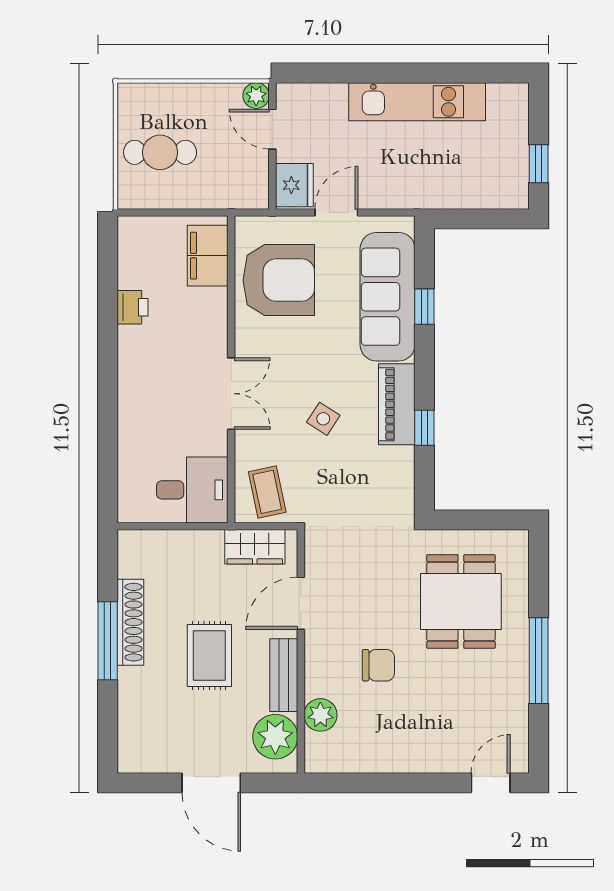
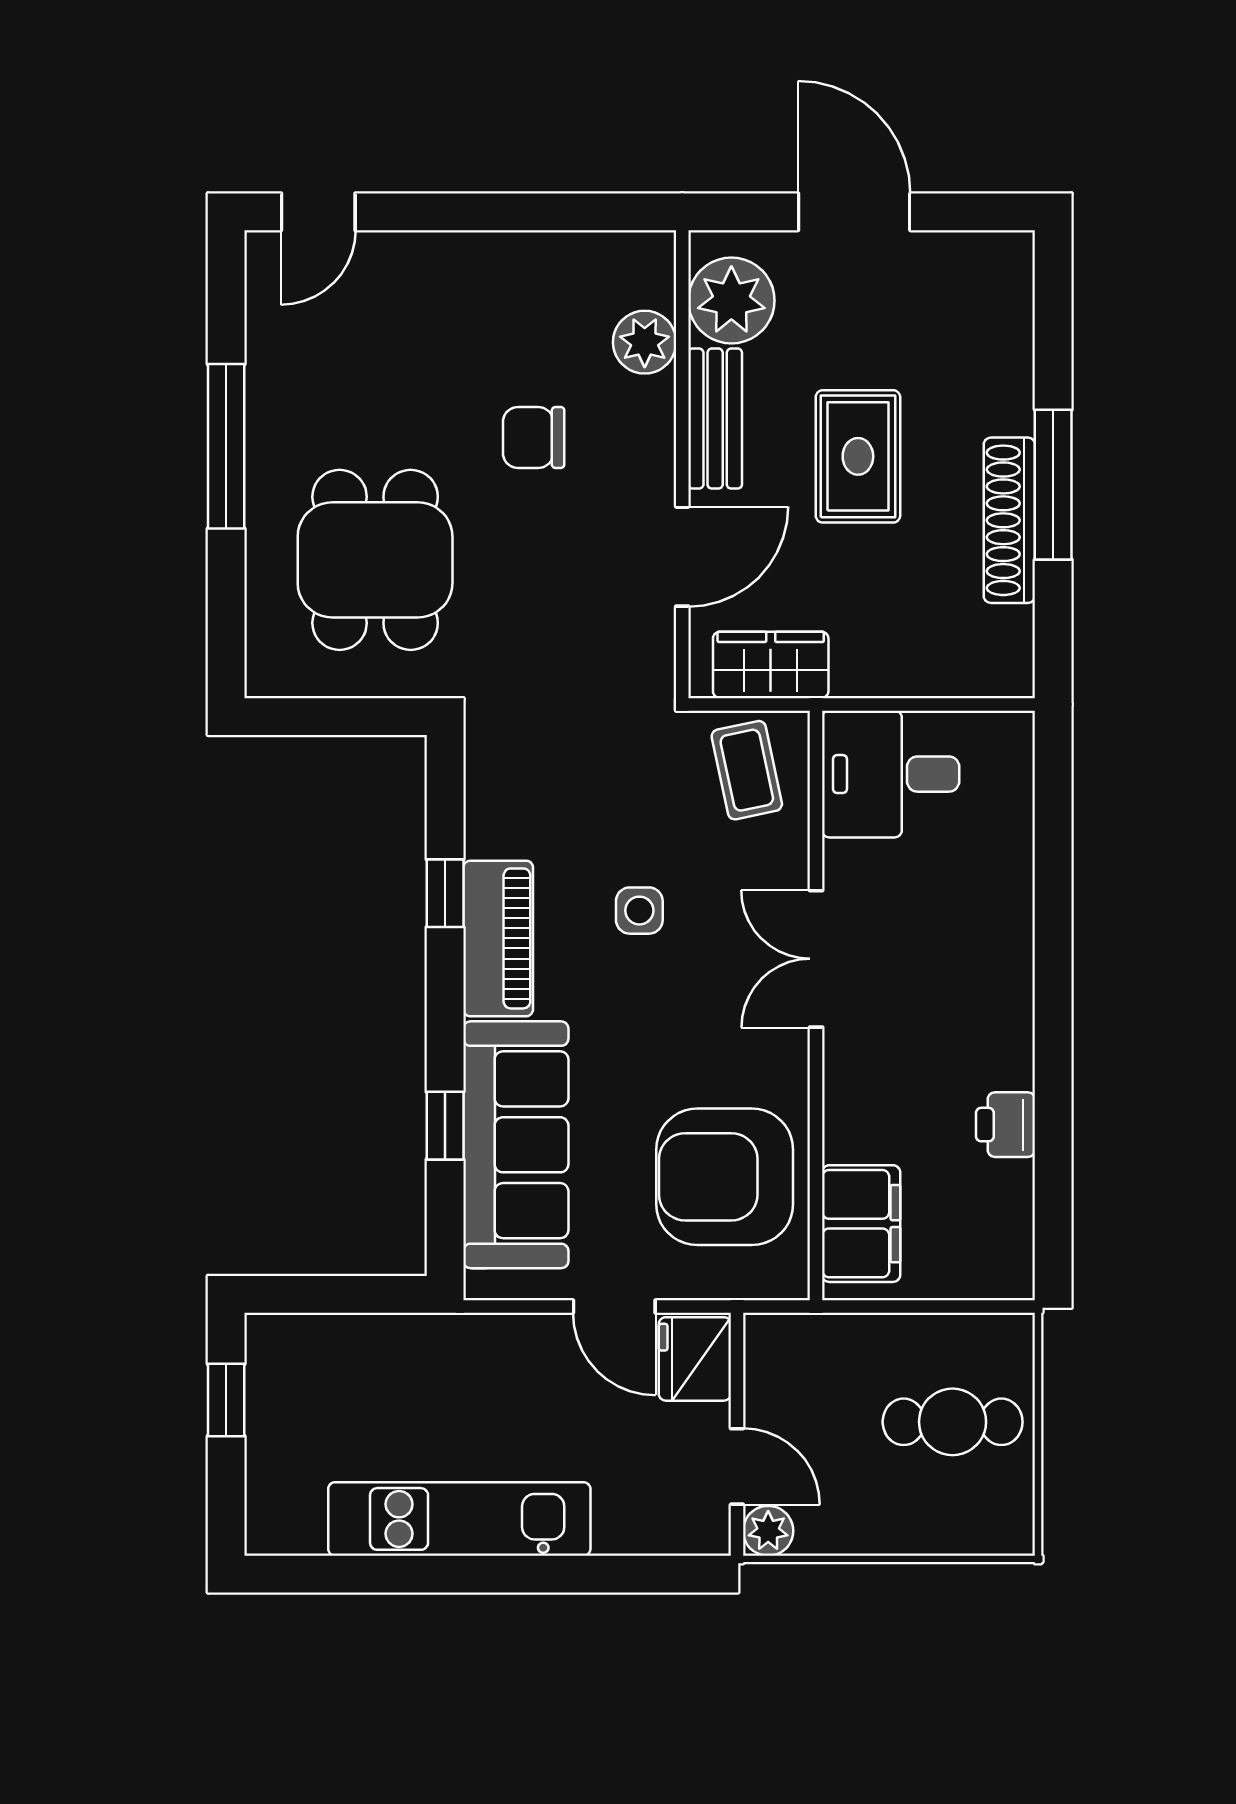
door: (336, 212) -> (614, 1307), hinge flipped
side table: (323, 419) -> (639, 911), turned -33

